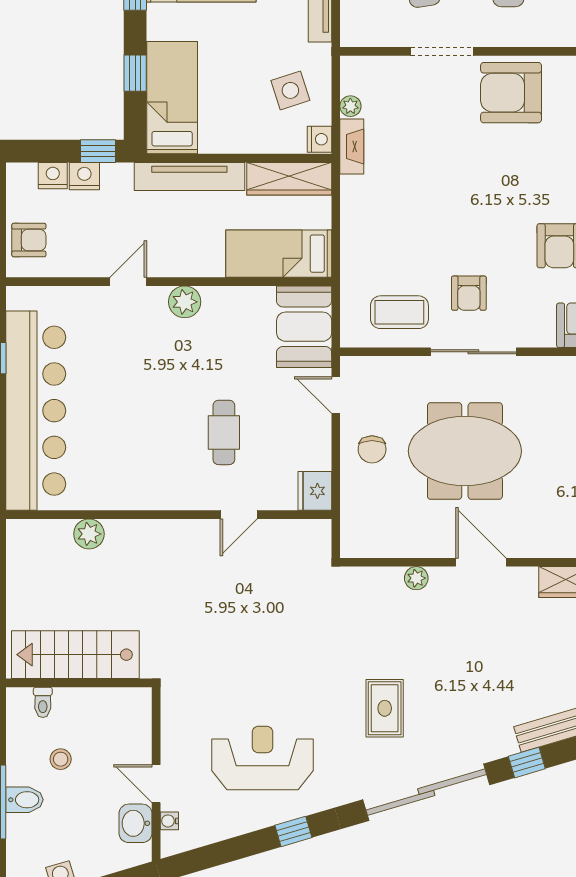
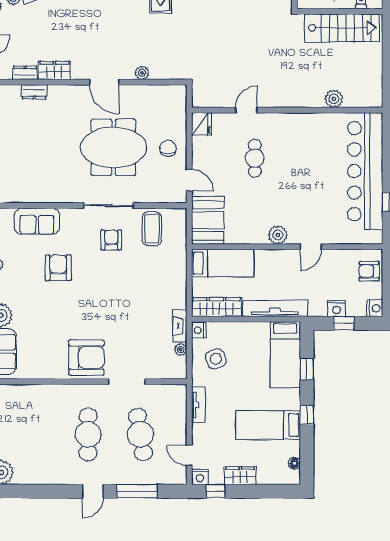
window: (98, 151) -> (344, 323), moved
nightstand: (53, 176) -> (375, 308), moved, turned -90
coffee table: (399, 312) -> (152, 229), turned 90

